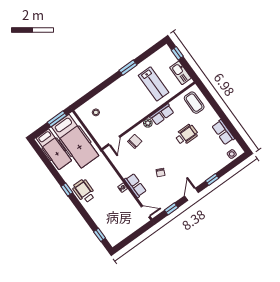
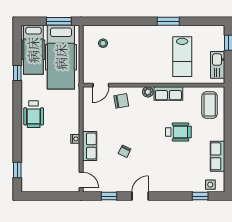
window: (212, 179) -> (200, 196), moved
window: (67, 190) -> (17, 73), moved
wheelchair: (84, 191) -> (34, 114), turned 180

